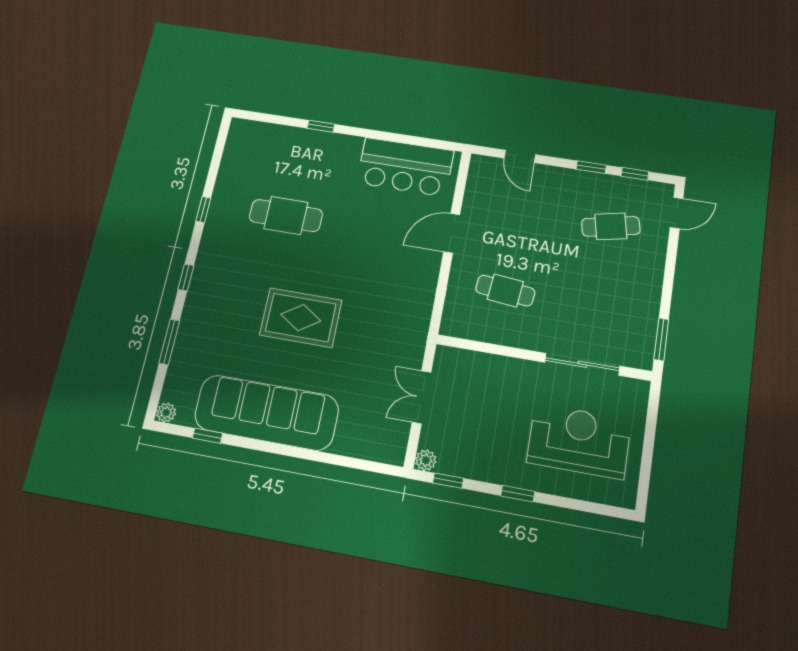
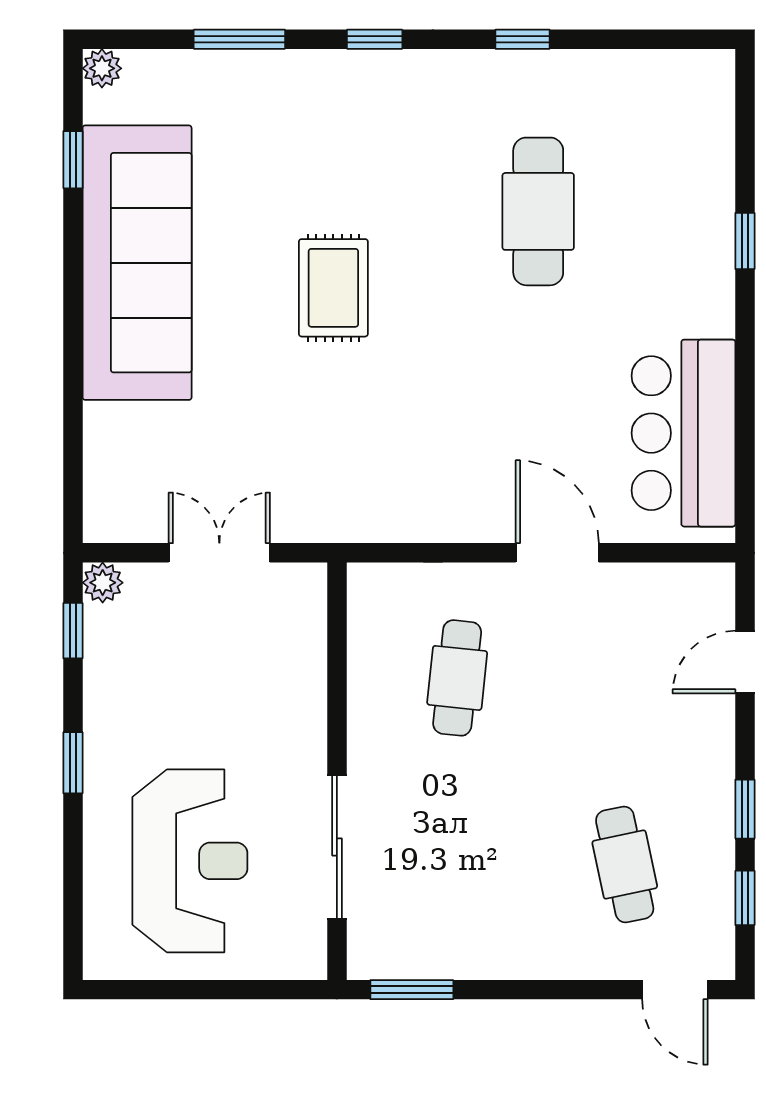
rug: (301, 318) -> (333, 288), width x0.73, depth x0.70

